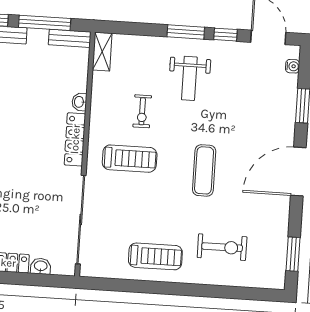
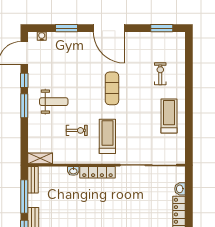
exercise mat: (204, 170) -> (112, 88), turned 90
exercise bike: (222, 247) -> (160, 74), width x0.73, depth x0.72

